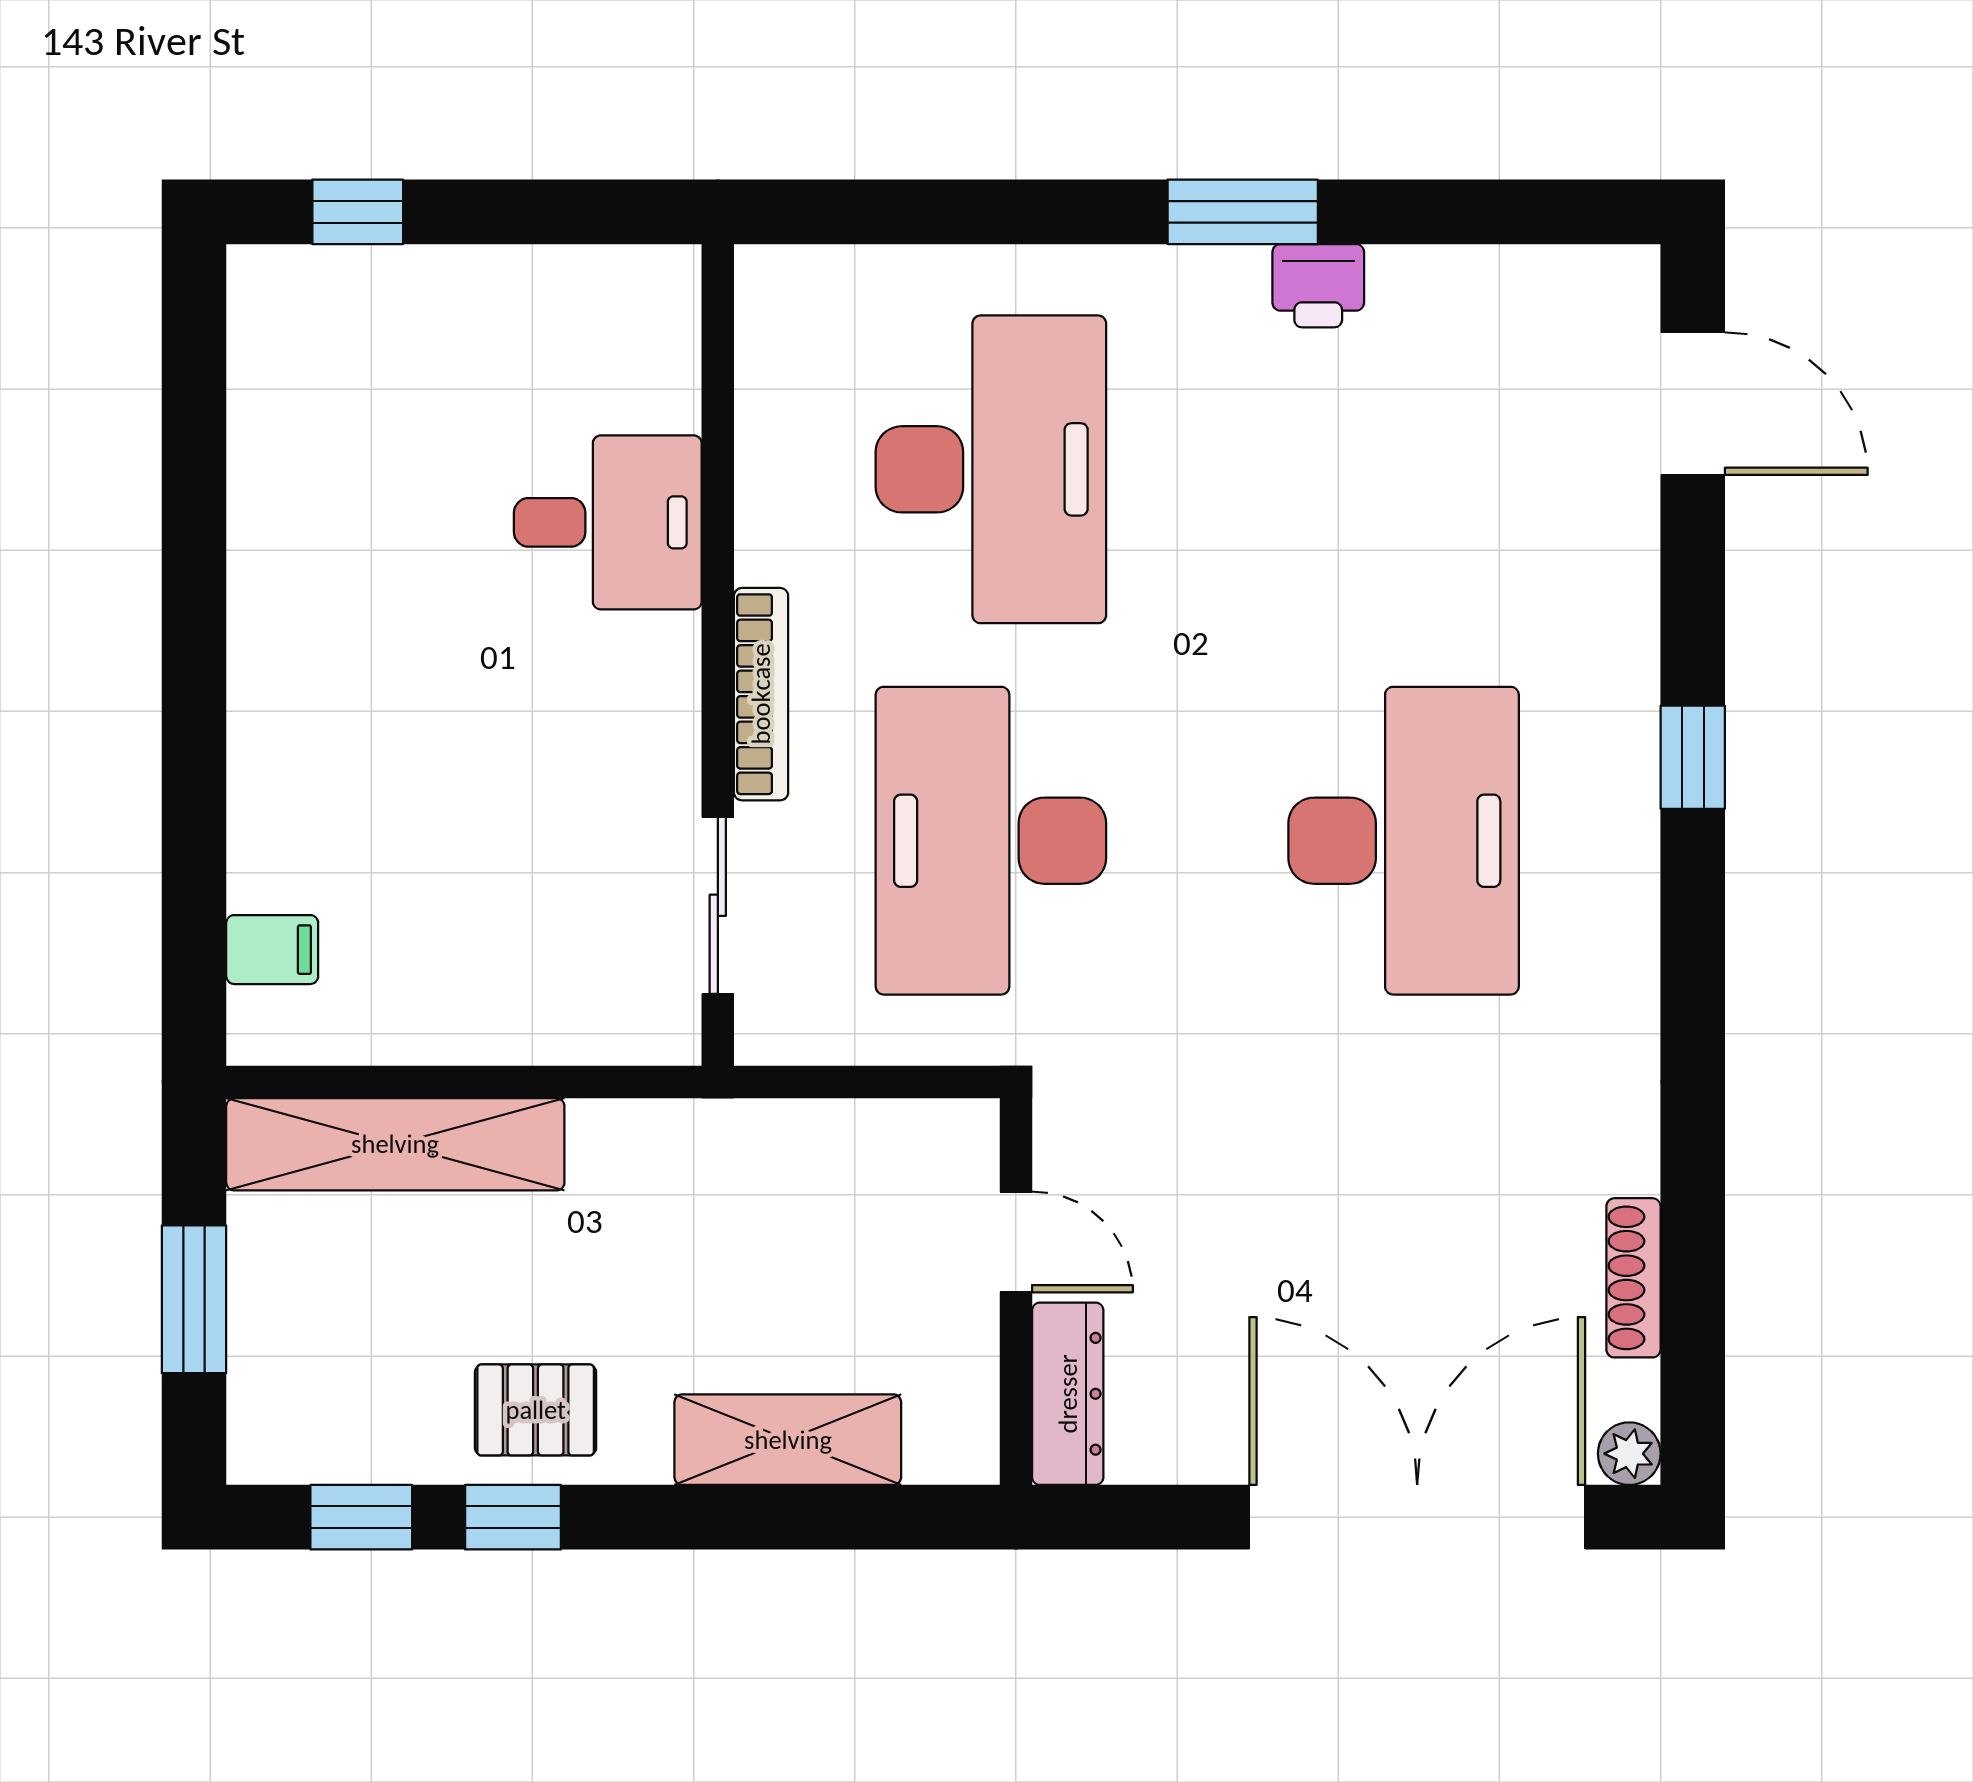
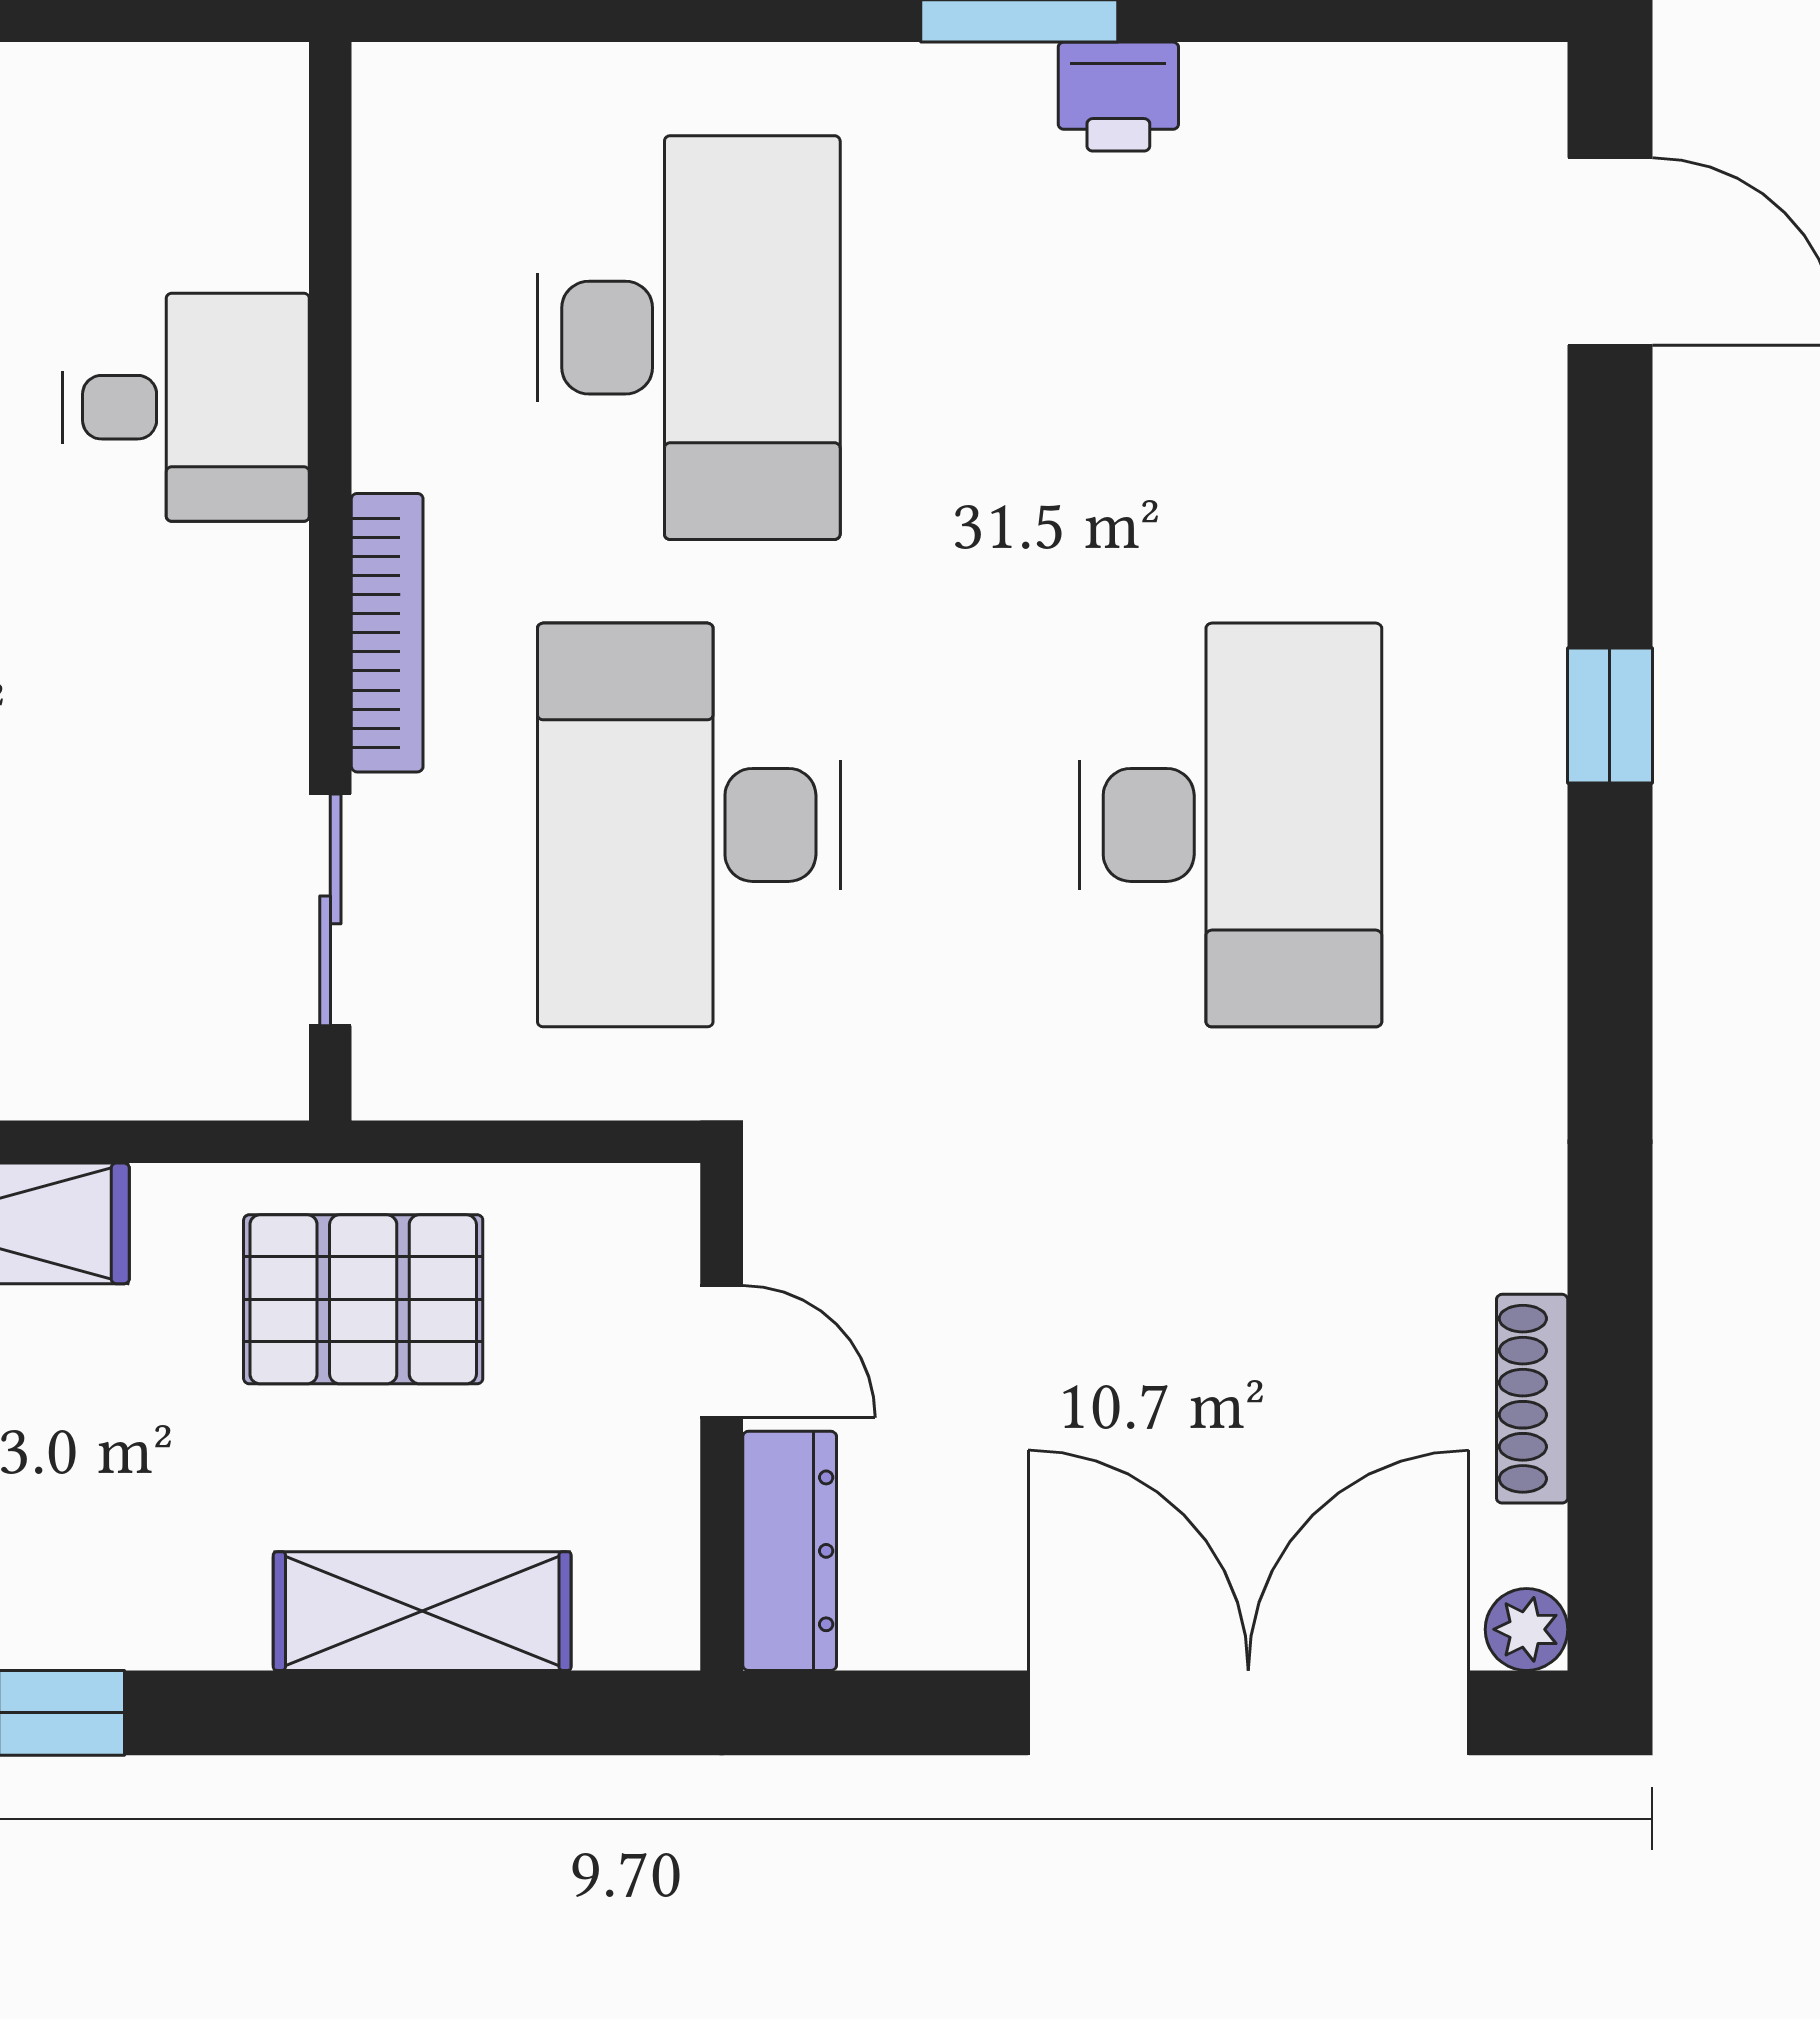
pallet: (536, 1410) -> (363, 1299), moved, width x1.50, depth x1.42

